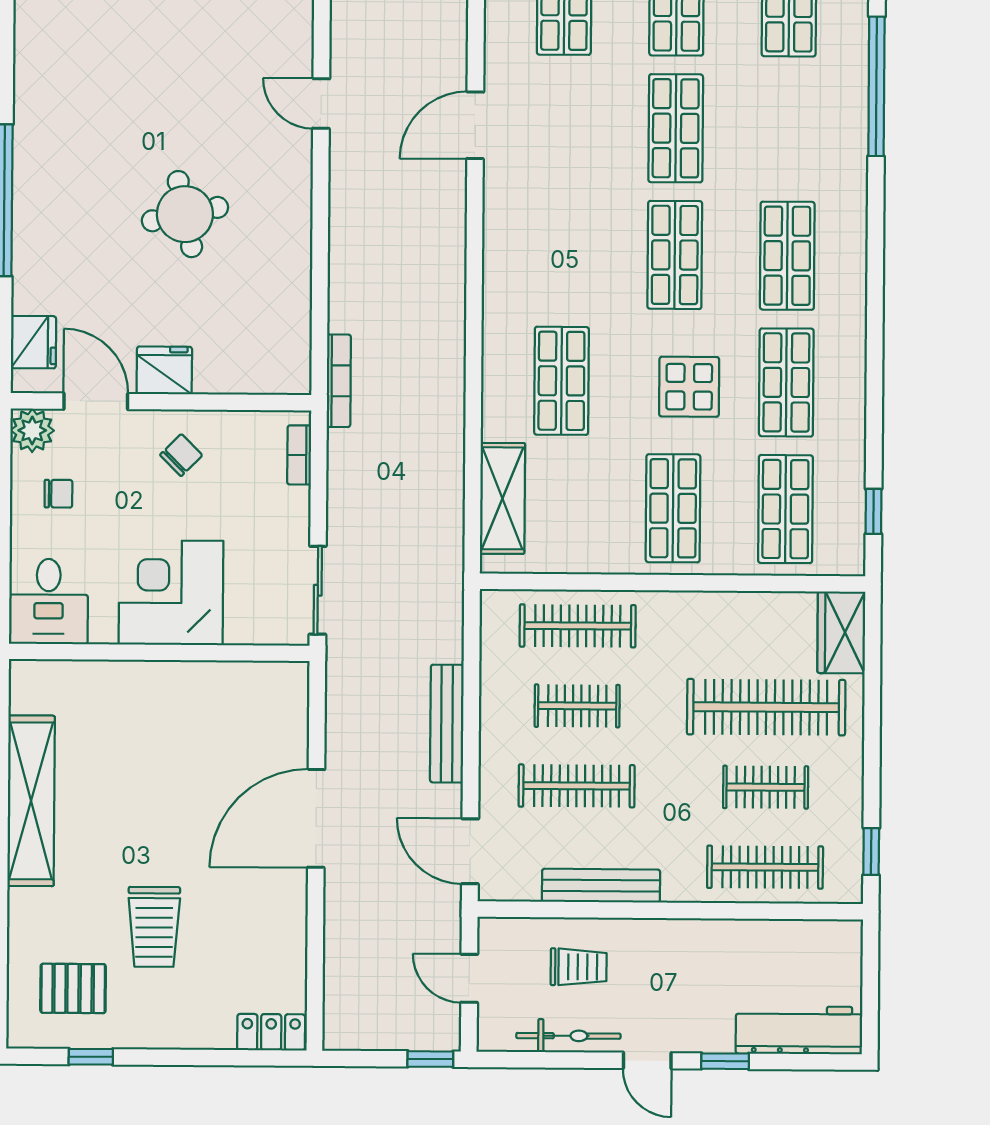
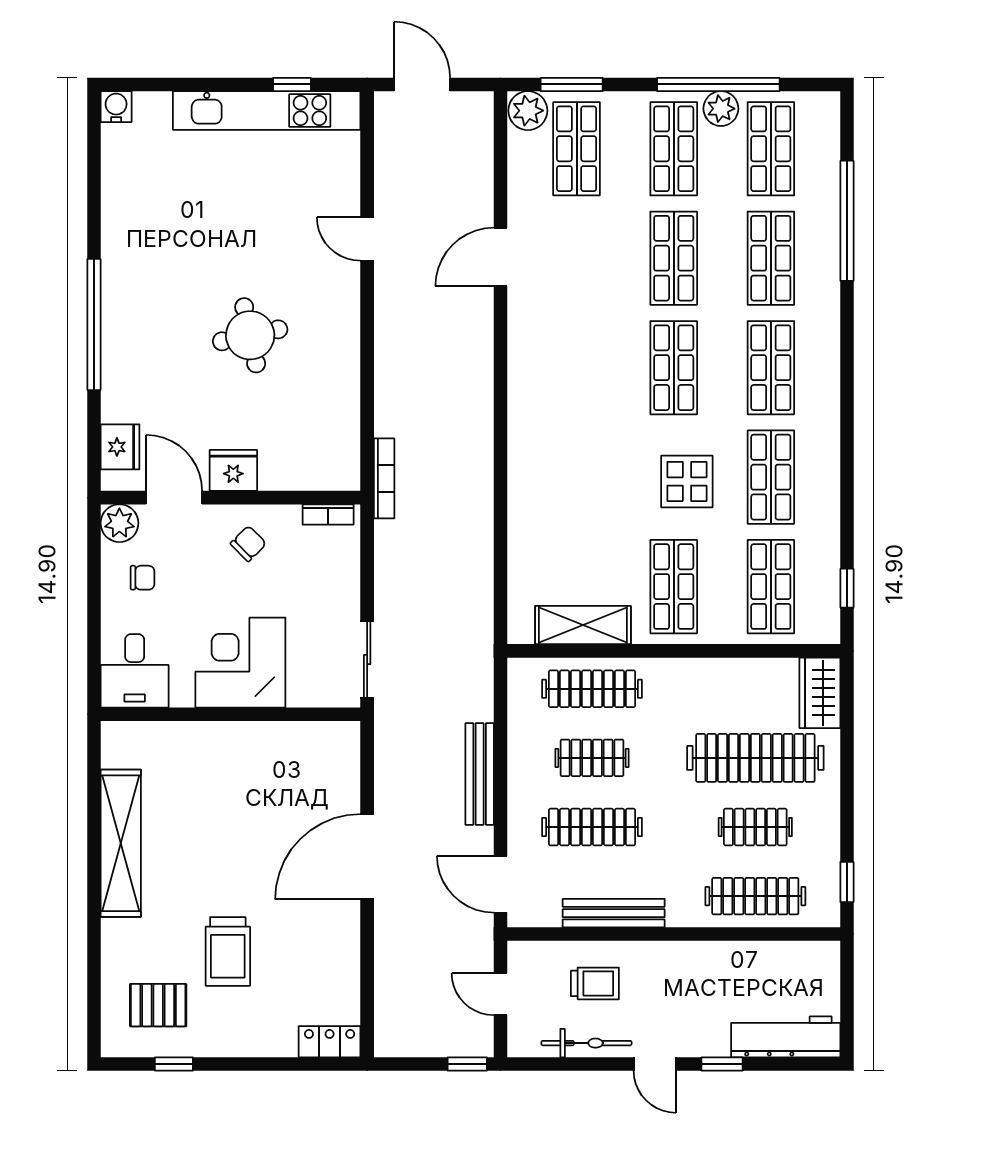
shop shelf: (561, 381) -> (771, 258), moved
bookcase: (299, 455) -> (328, 514), moved, turned -90
shelving: (502, 498) -> (583, 625), moved, turned 90

